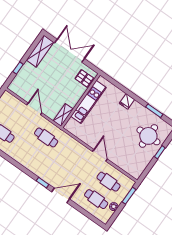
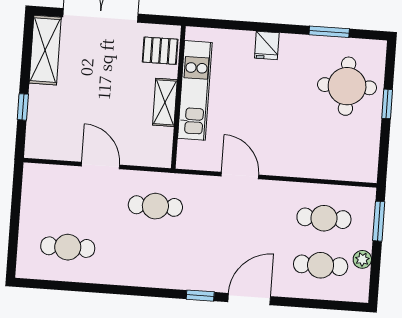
shelving: (63, 115) -> (165, 102), moved
door: (100, 155) -> (240, 176), moved

